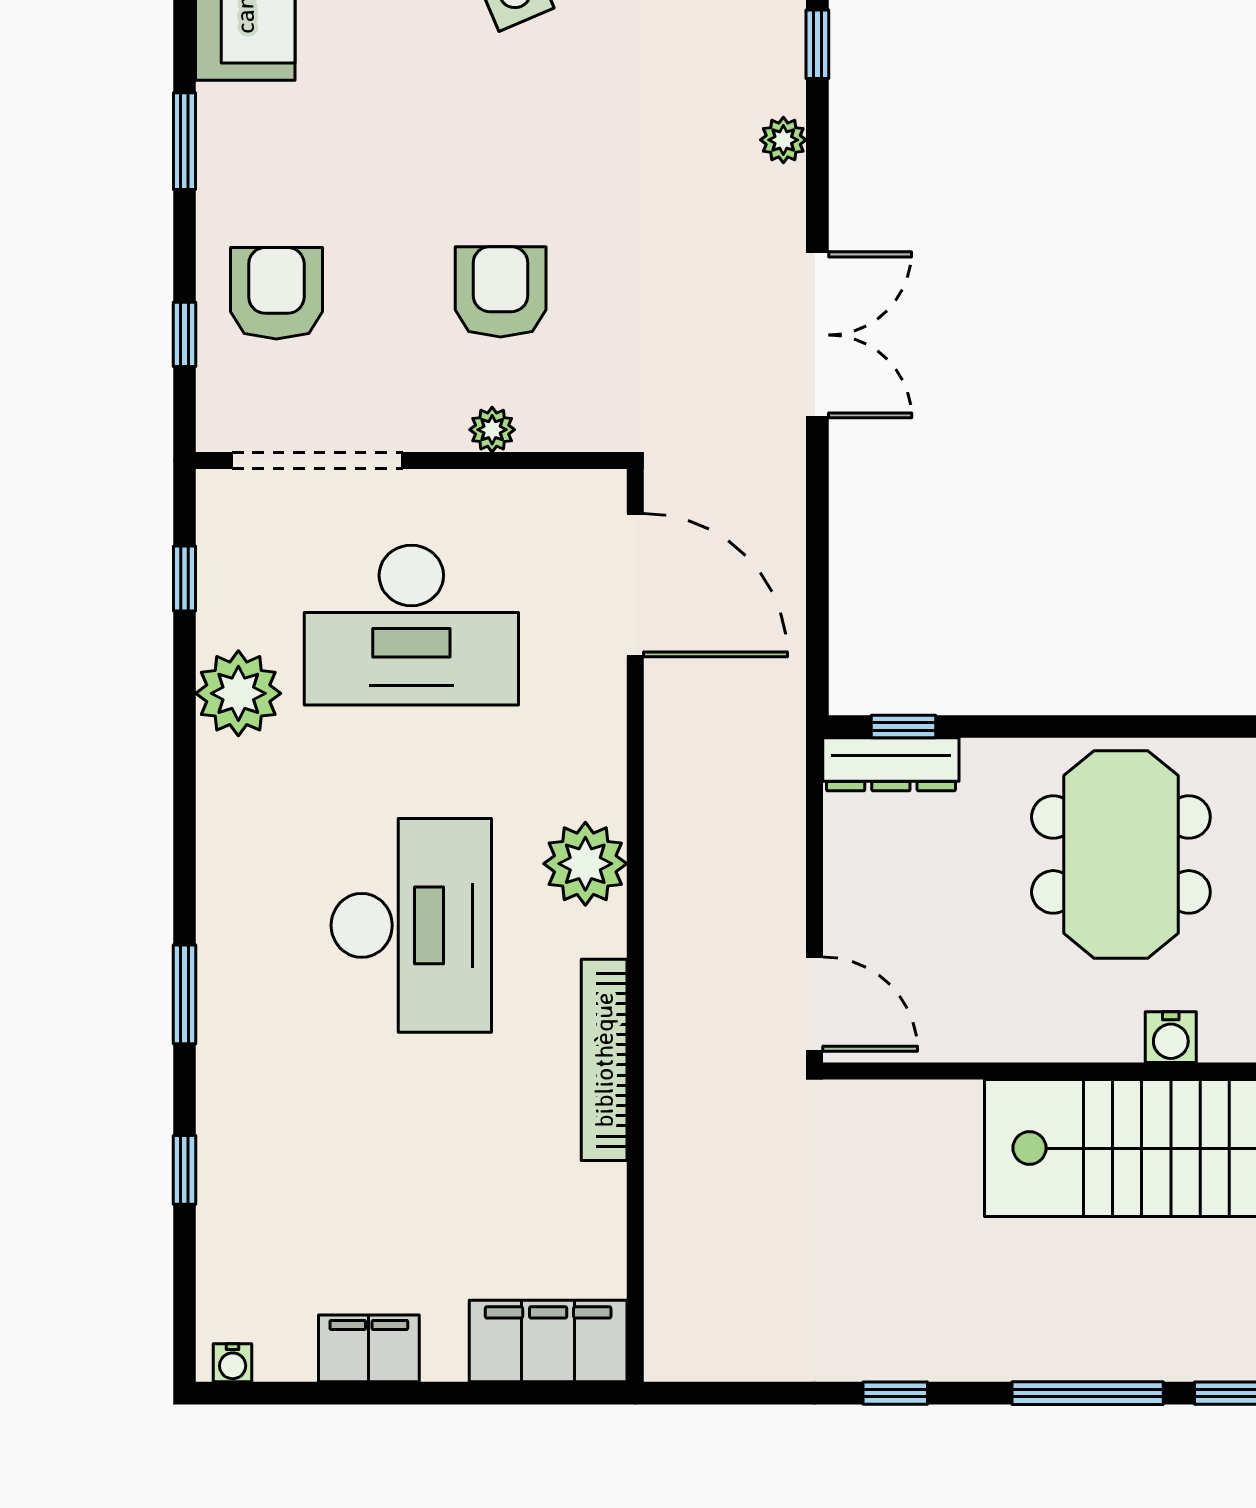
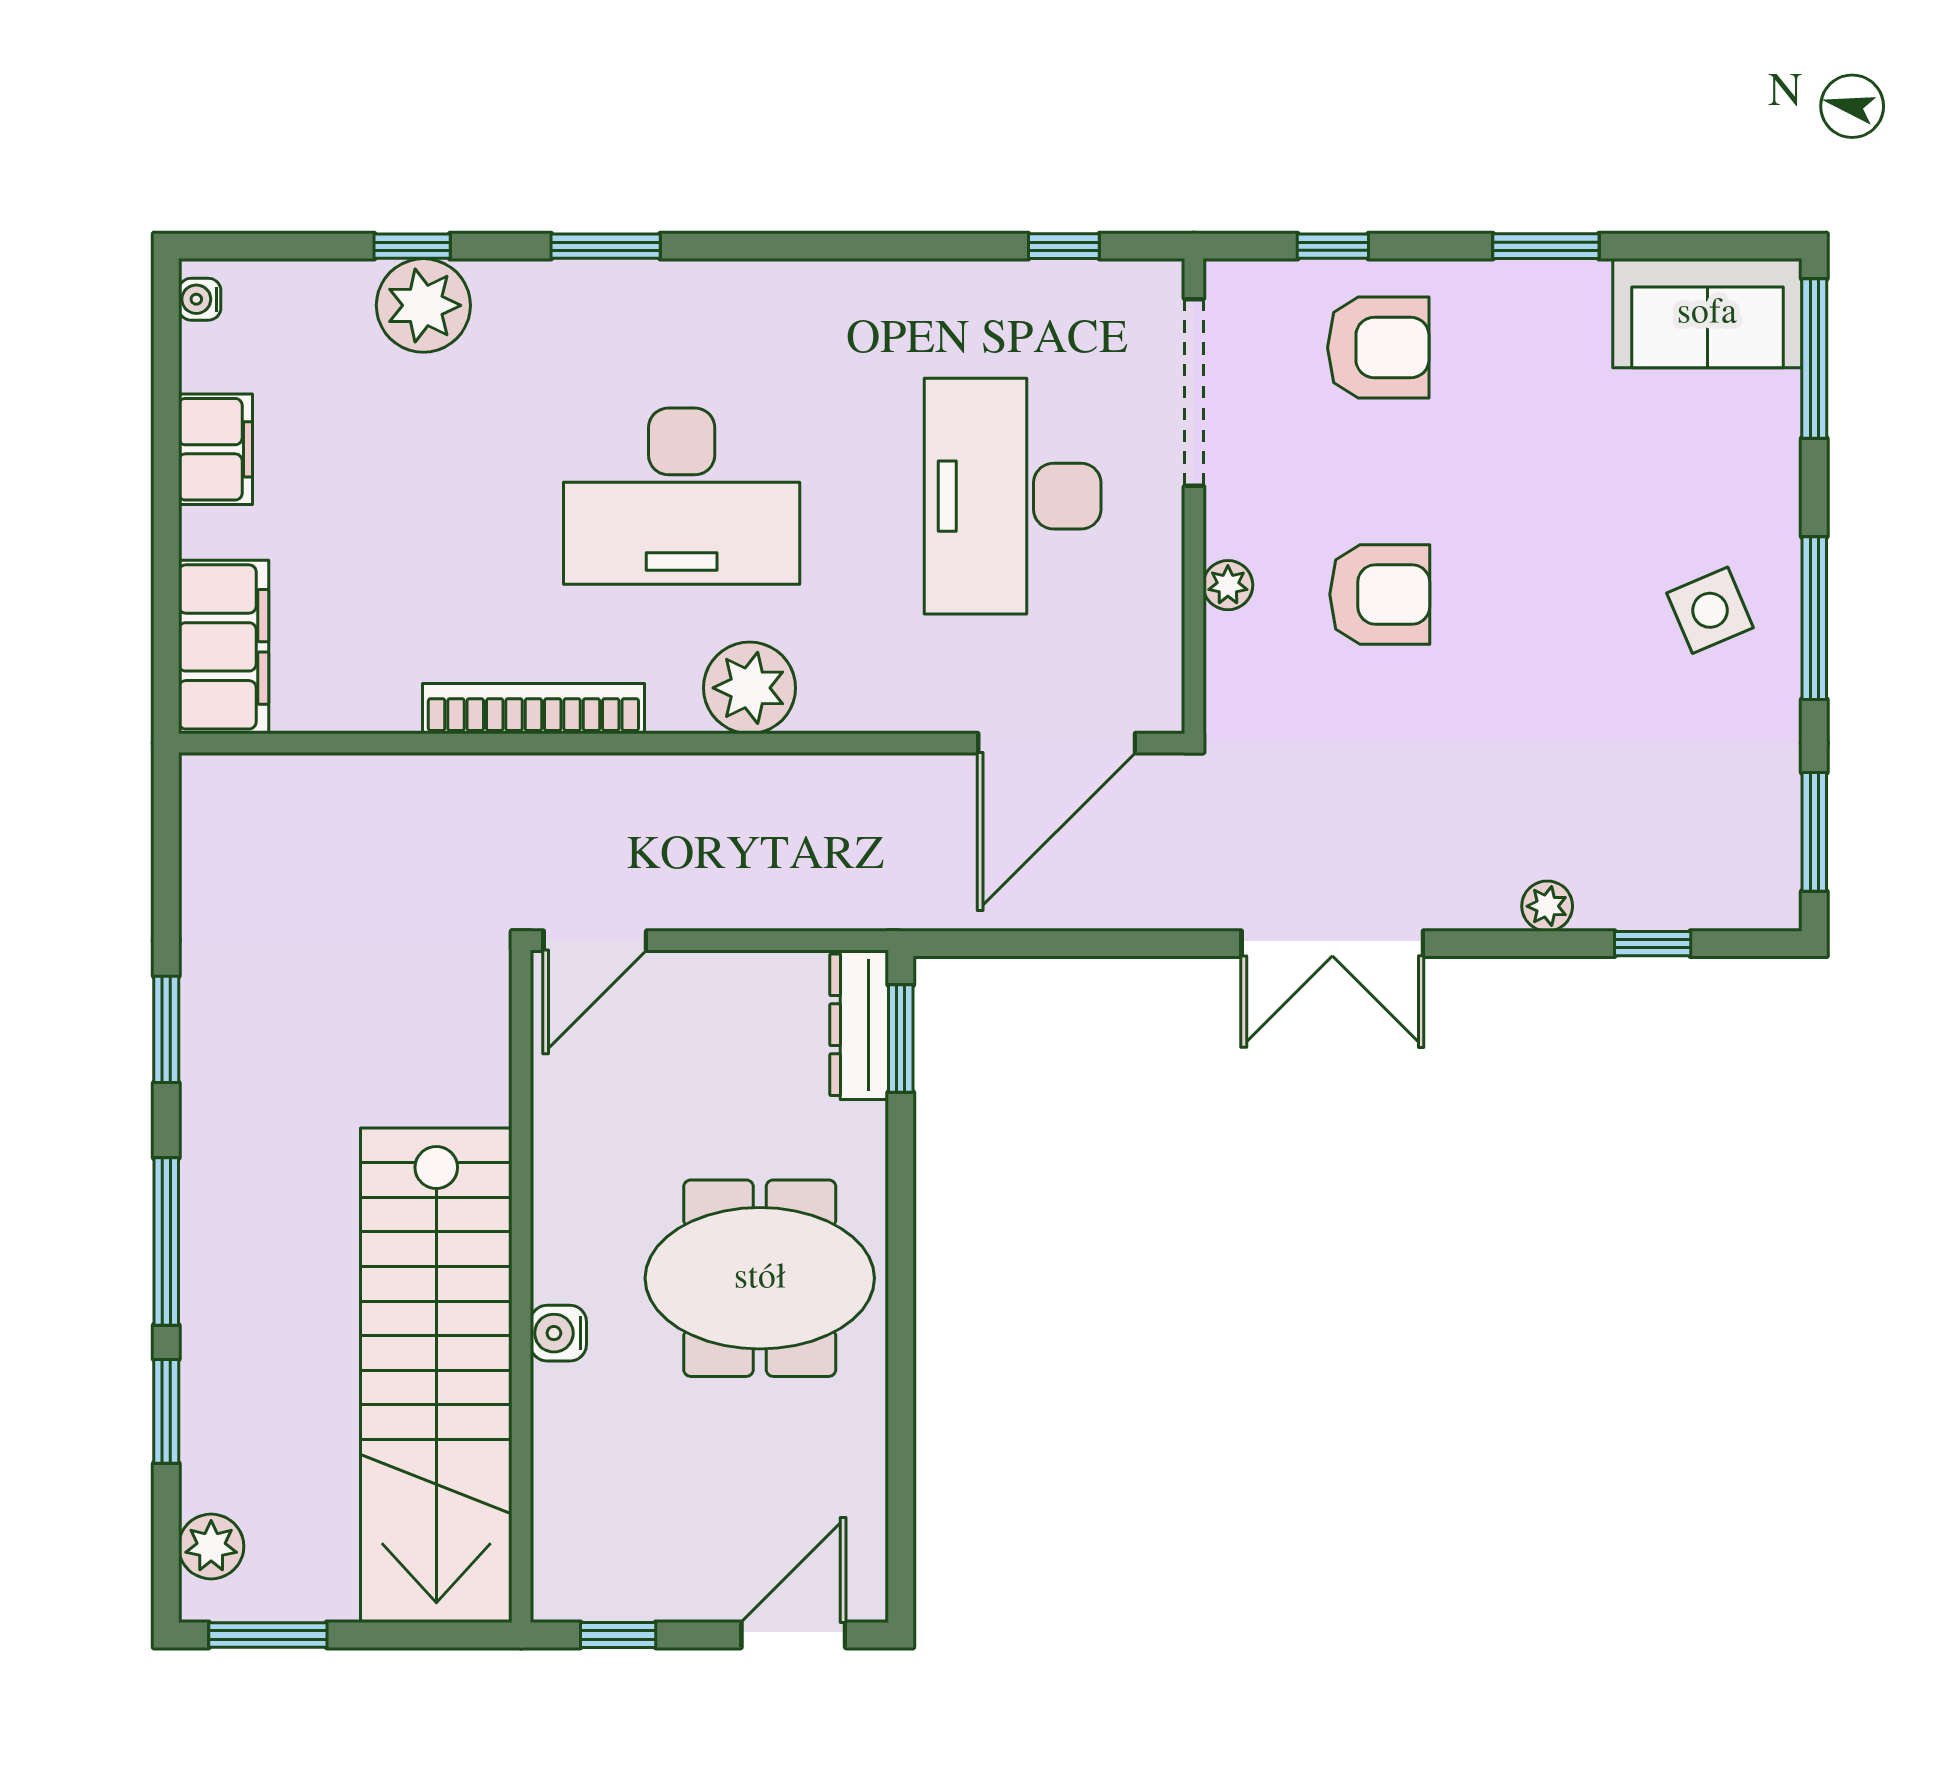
plant: (238, 693) -> (423, 305), moved
window: (904, 727) -> (901, 1039), width x1.50
window: (895, 1393) -> (166, 1029), width x1.50

